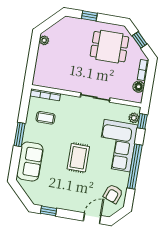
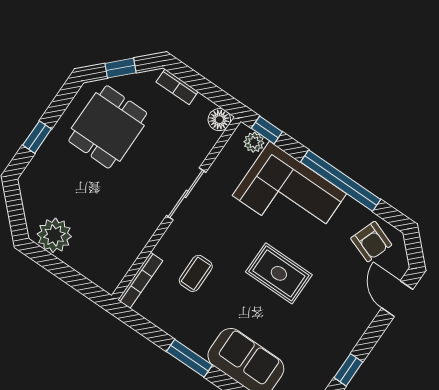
plant: (44, 40) -> (54, 235), width x1.87, depth x1.87
floor lamp: (139, 87) -> (219, 120), moved
coffee table: (46, 118) -> (196, 273), moved

